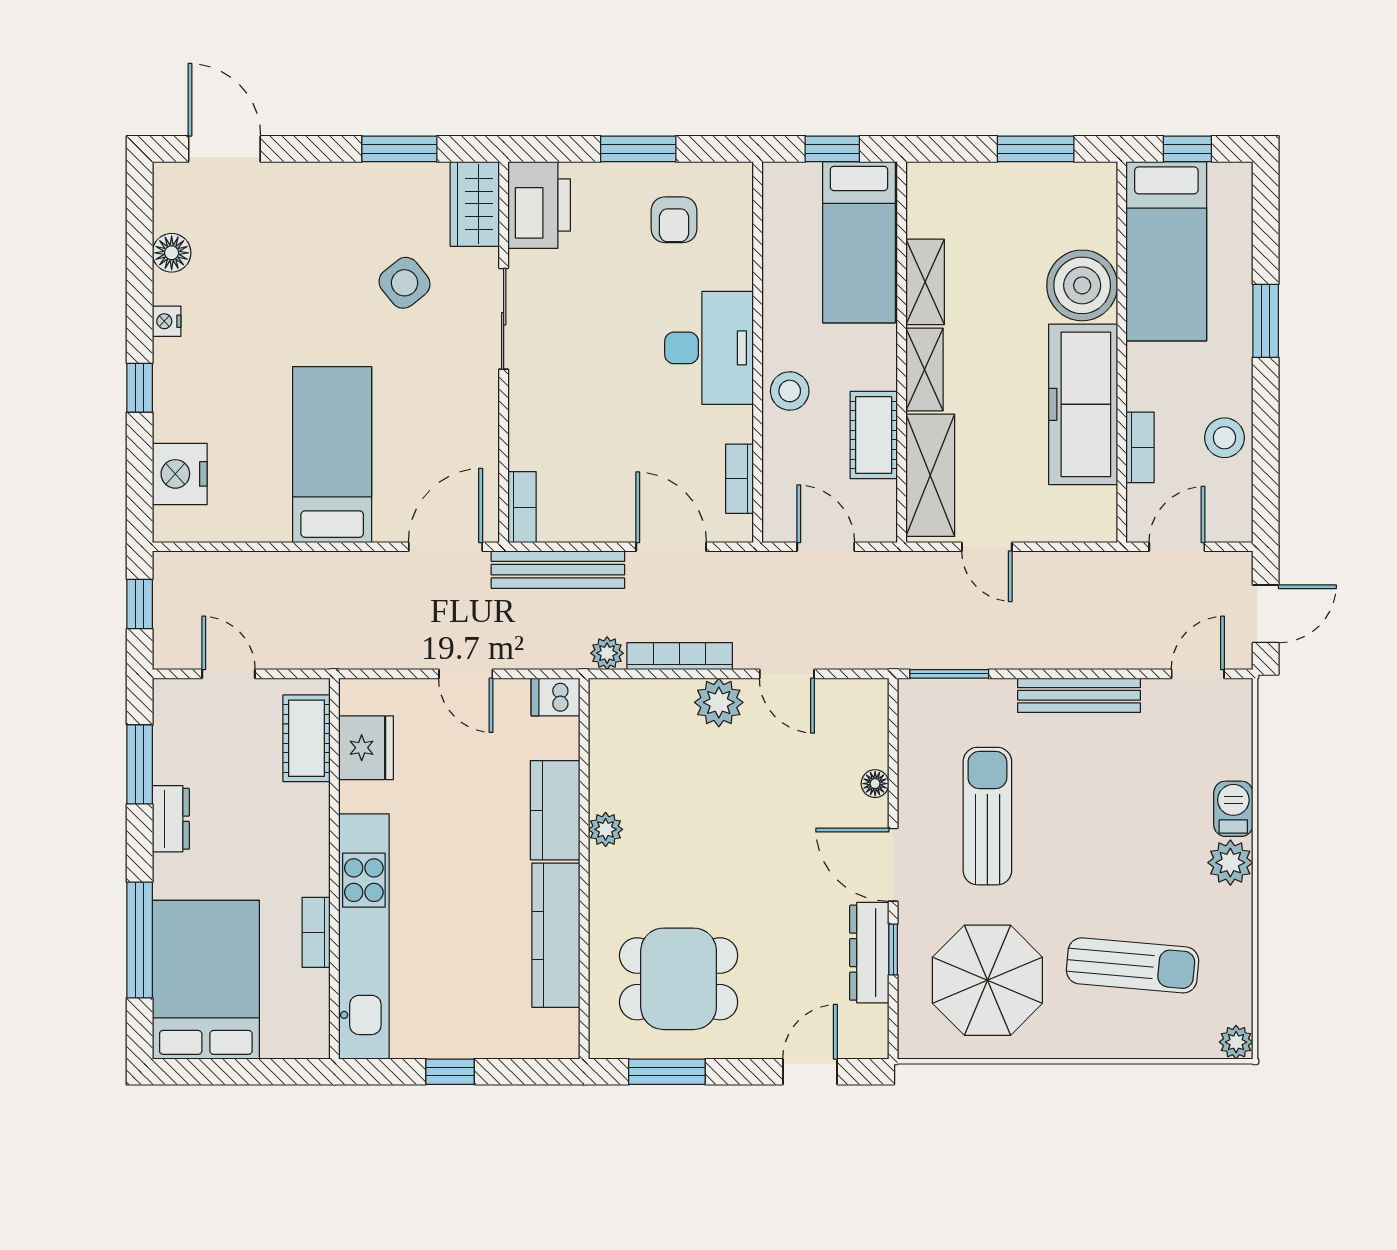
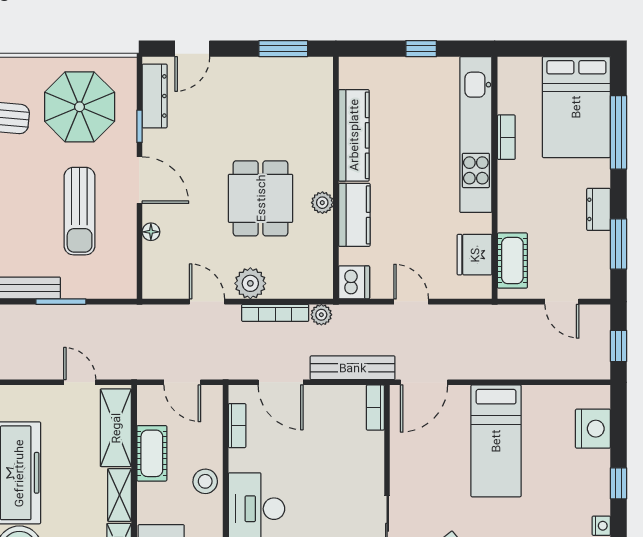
window: (949, 674) -> (61, 302), moved
dishwasher: (556, 697) -> (354, 282), width x1.38
dresser: (869, 953) -> (155, 96), moved
dining table: (679, 979) -> (261, 198), moved, turned 90

